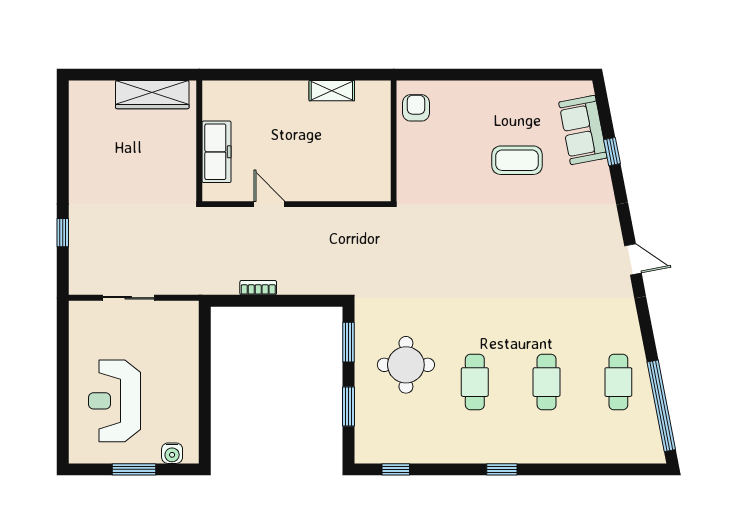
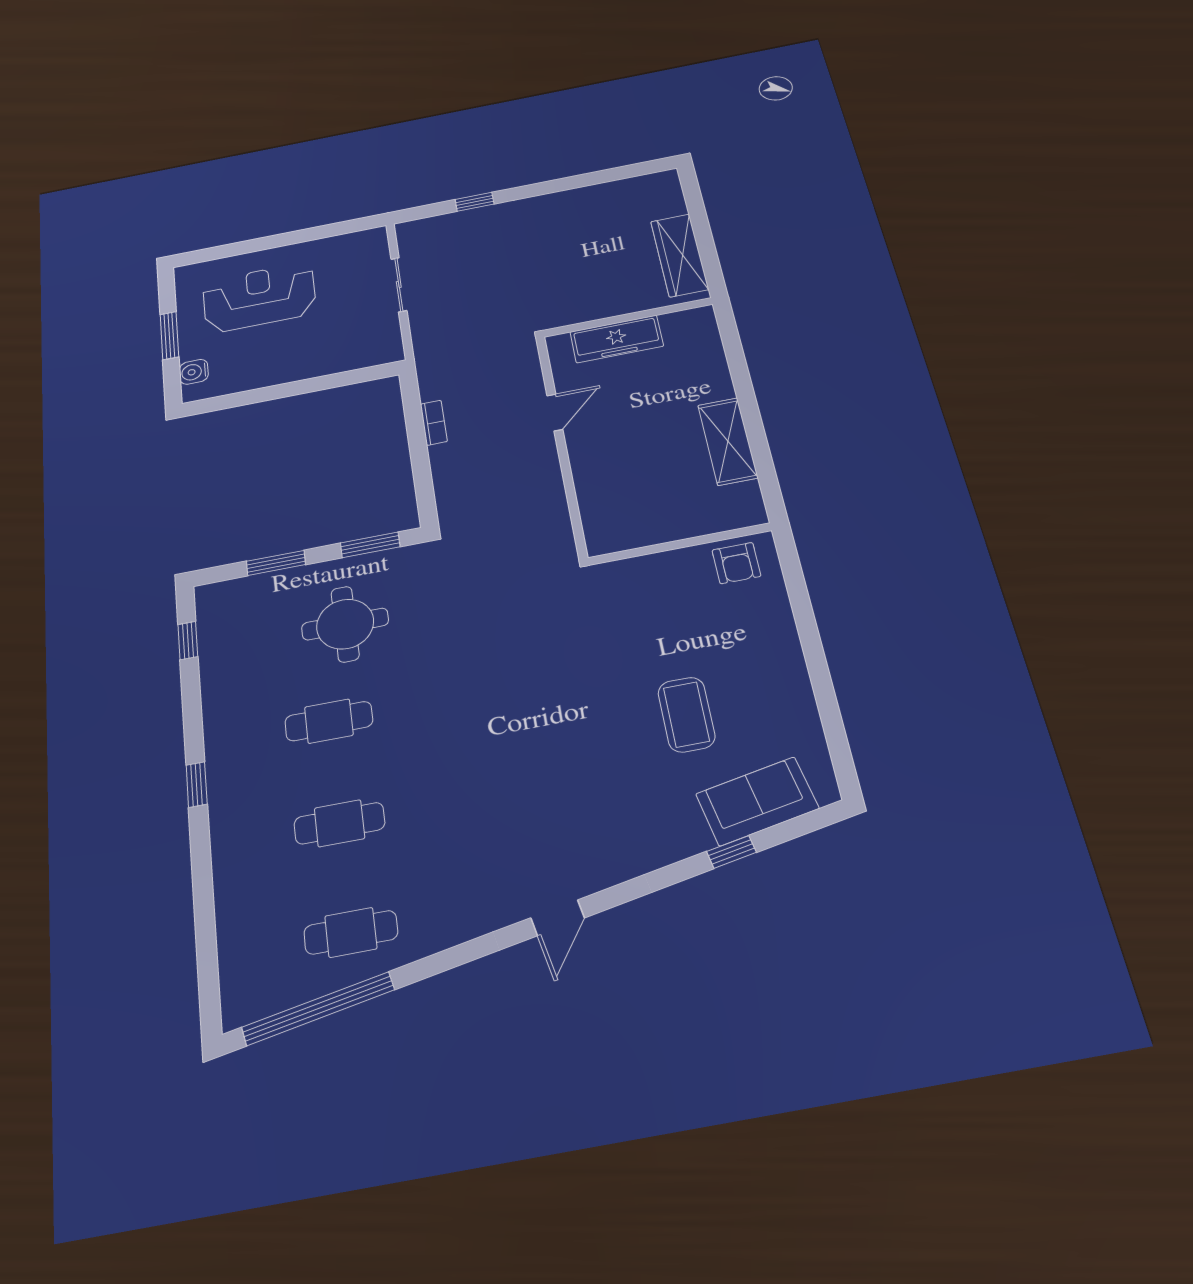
shelving: (332, 91) -> (728, 441), width x1.50, depth x1.33
armchair: (416, 108) -> (736, 563), turned 90

